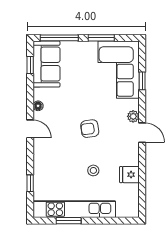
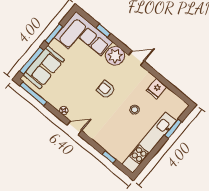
sofa: (46, 64) -> (44, 67), moved, turned 90
window: (30, 65) -> (33, 94), width x2.17
plant: (133, 116) -> (115, 56), width x1.87, depth x1.87
armchair: (90, 129) -> (106, 90), turned 98
window: (69, 221) -> (173, 129), moved

